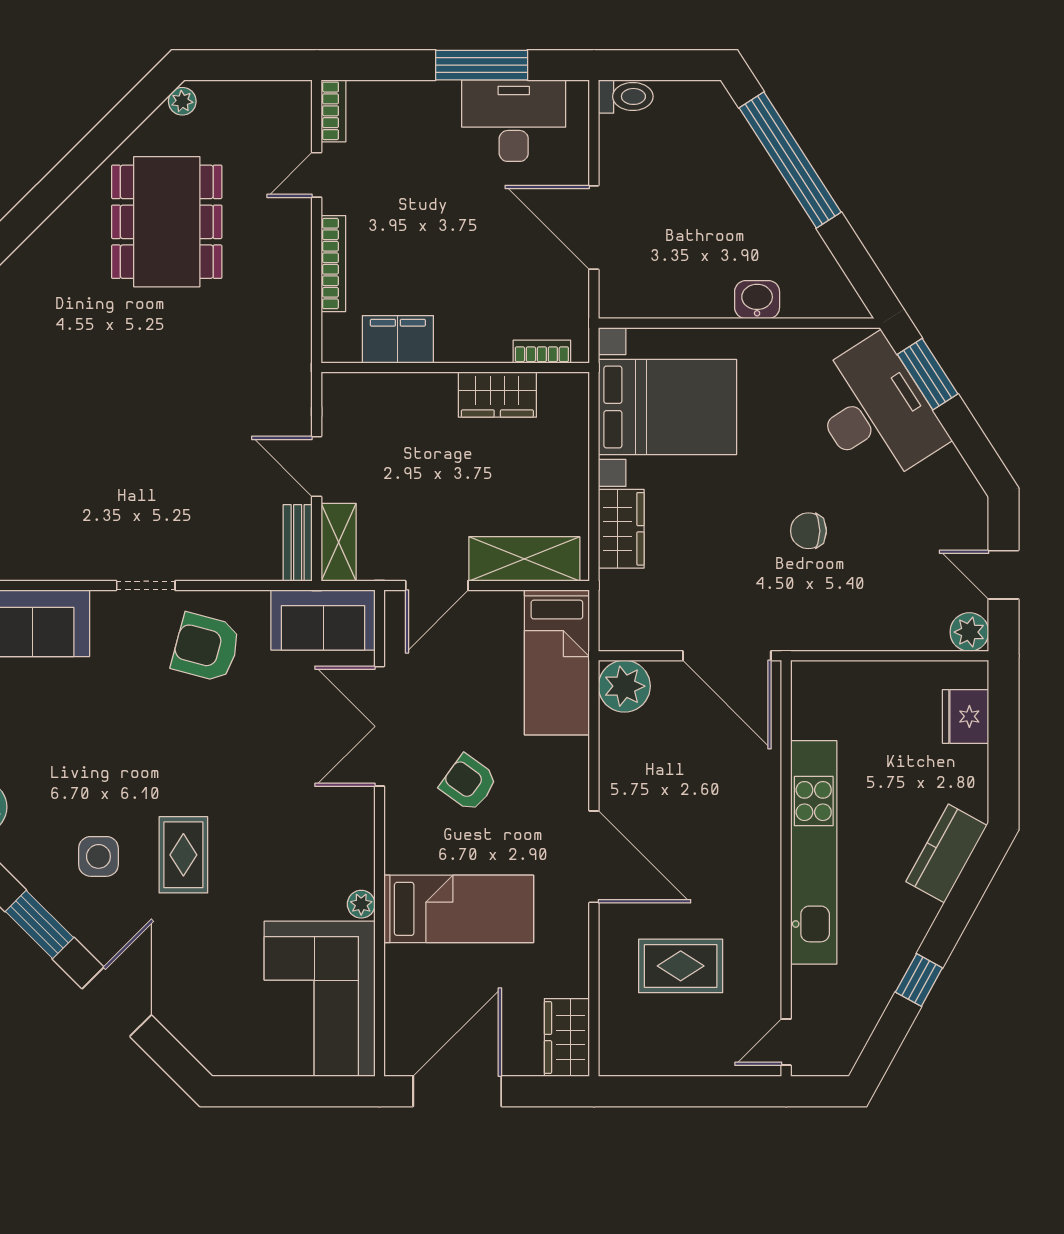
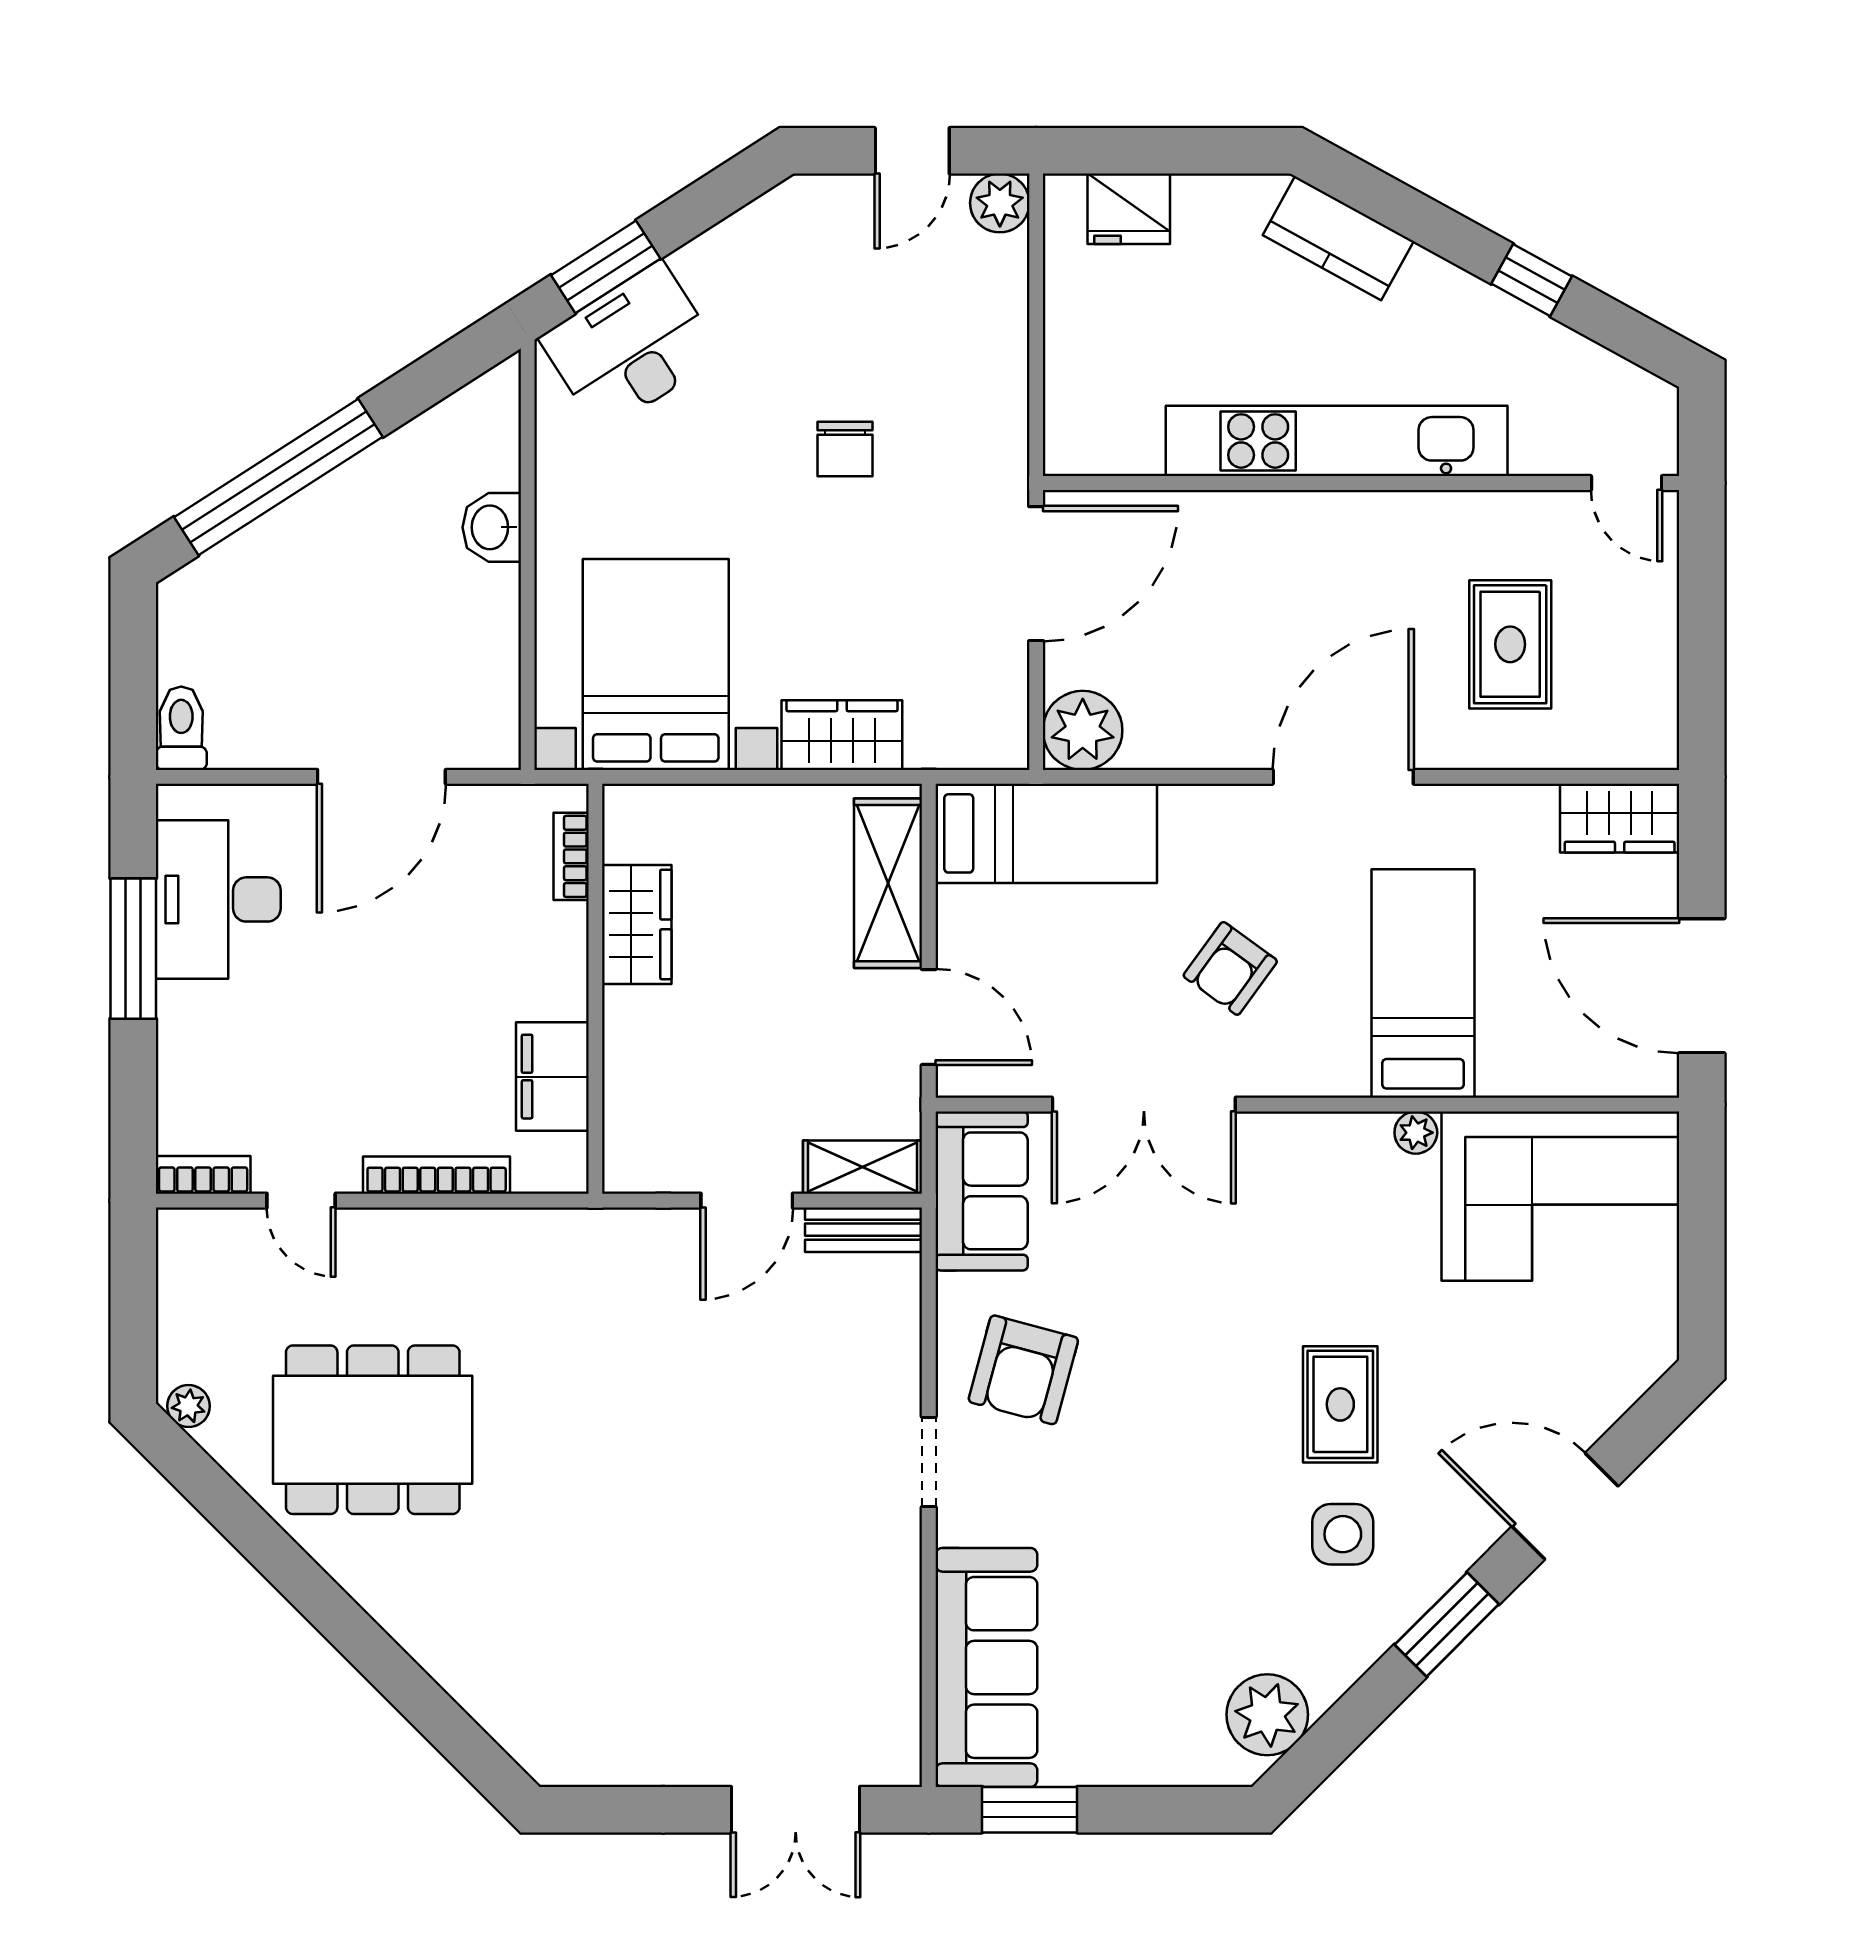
desk: (875, 412) -> (631, 347), width x0.73, depth x0.77
rug: (183, 855) -> (1340, 1404), turned 90

